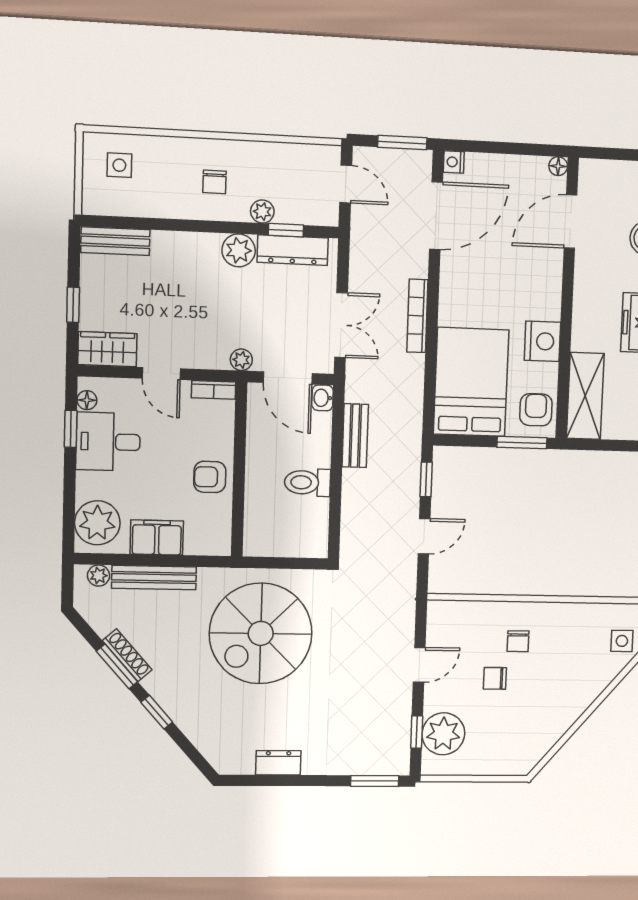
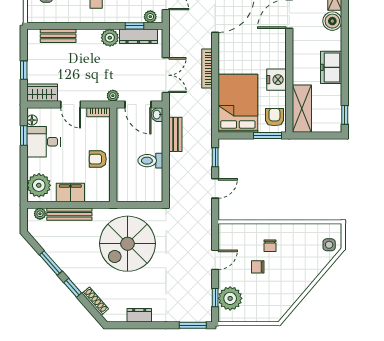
plant: (262, 212) -> (150, 17), moved
bench: (115, 241) -> (58, 36), moved
shoe rack: (127, 655) -> (95, 301), moved

